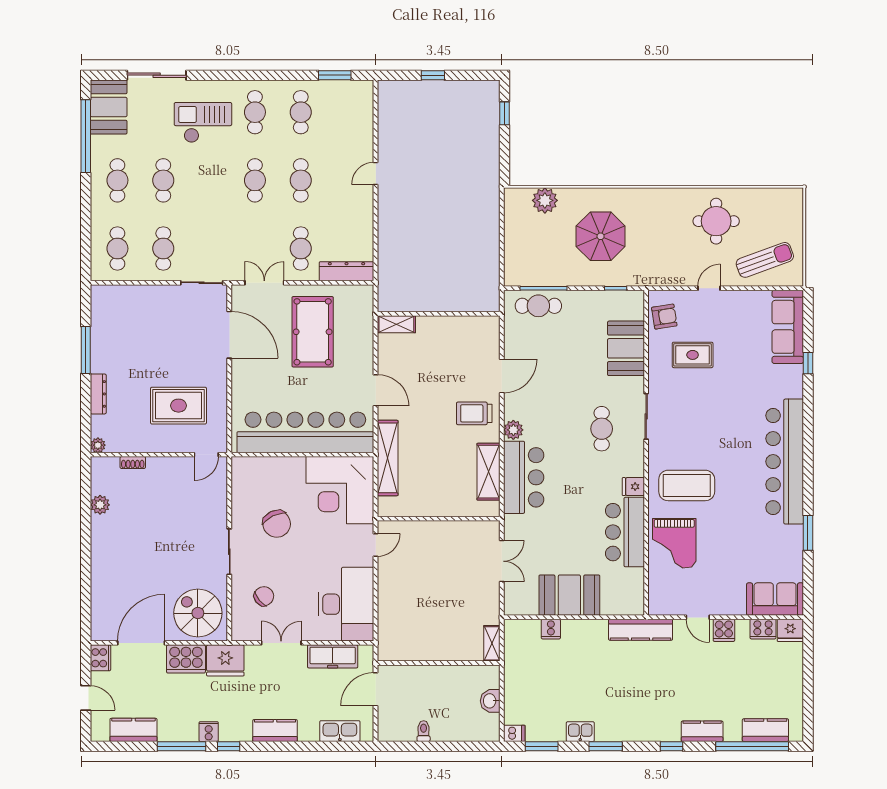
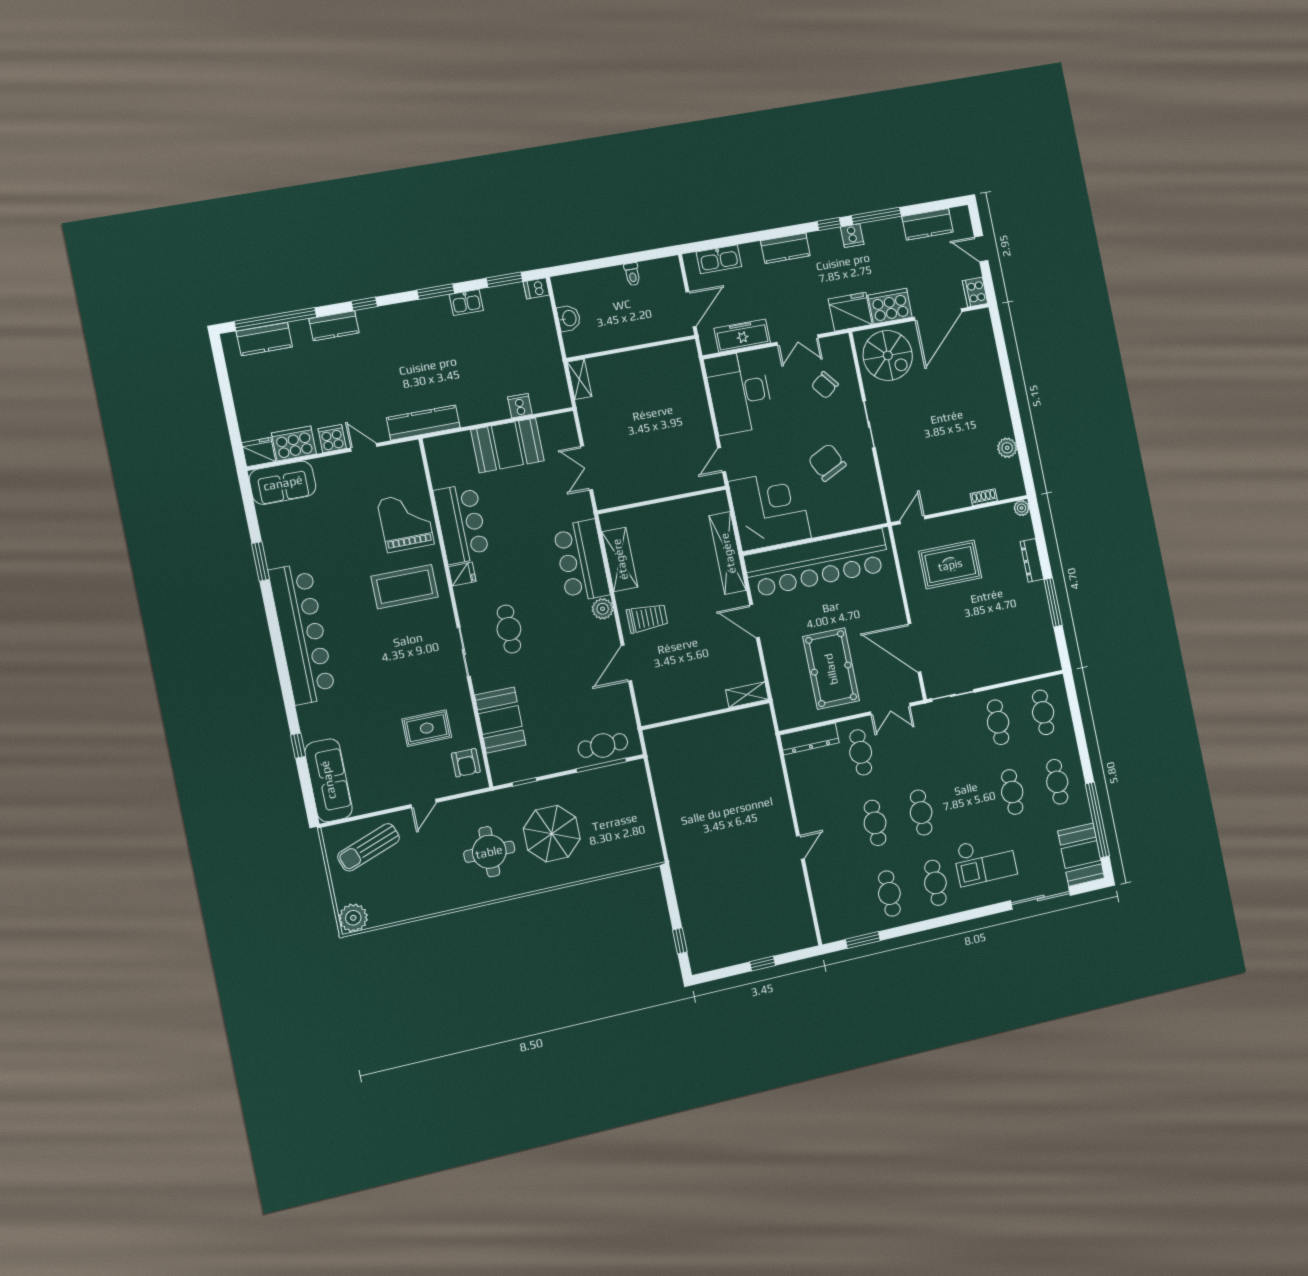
plant: (545, 200) -> (353, 918), moved
round table: (716, 221) -> (489, 852), moved
armchair: (664, 317) -> (466, 763), turned -81
cooker: (763, 629) -> (294, 444), width x1.37, depth x1.31

